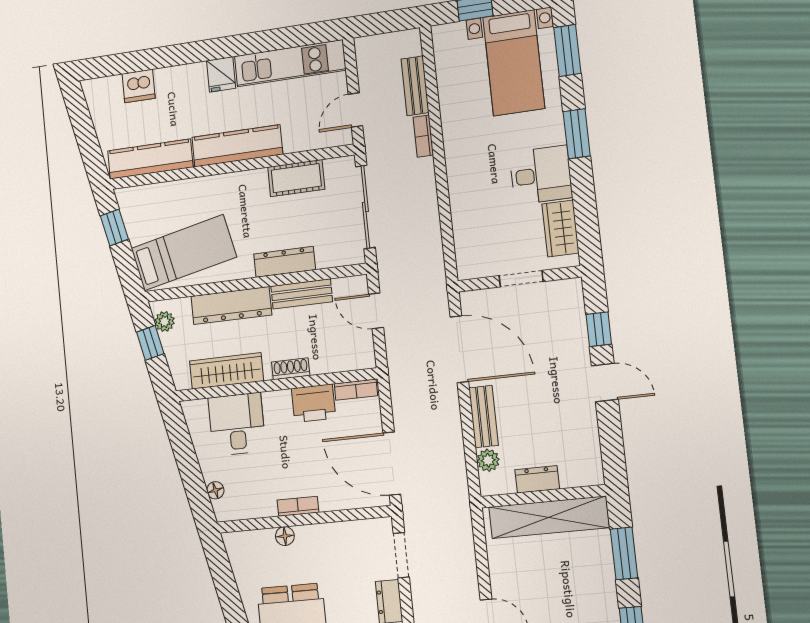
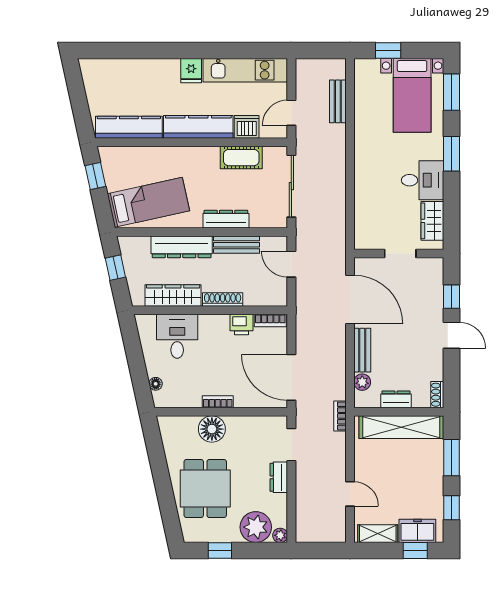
dishwasher: (139, 86) -> (247, 127), moved, turned 180
bookcase: (423, 136) -> (340, 416), moved
plant: (165, 322) -> (128, 253), removed
shoe rack: (291, 369) -> (223, 300), width x1.43
printer: (314, 403) -> (241, 325), width x0.73, depth x0.81
shoe rack: (594, 467) -> (437, 395), added
floor lamp: (285, 536) -> (212, 429), width x1.89, depth x1.89

